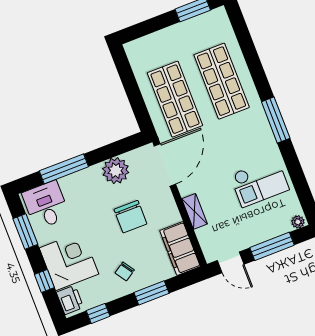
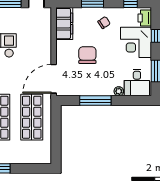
window: (64, 169) -> (95, 101), moved
plant: (116, 171) -> (119, 91), moved, width x0.53, depth x0.53
shelving: (194, 211) -> (46, 43), removed

